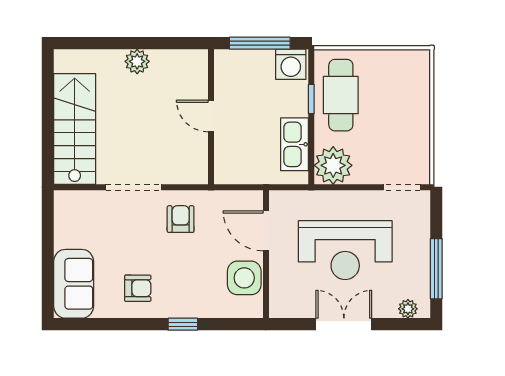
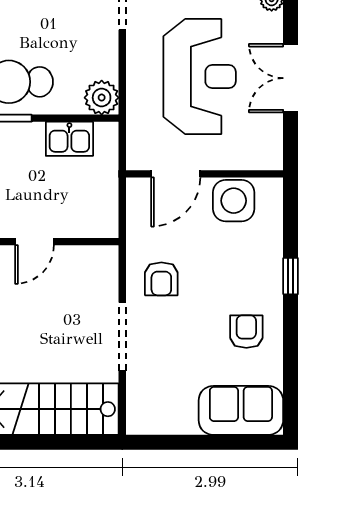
kitchen sink: (295, 144) -> (69, 139), width x0.73
plant: (333, 165) -> (102, 98), width x0.73, depth x0.73
armchair: (181, 219) -> (161, 279), turned -90

